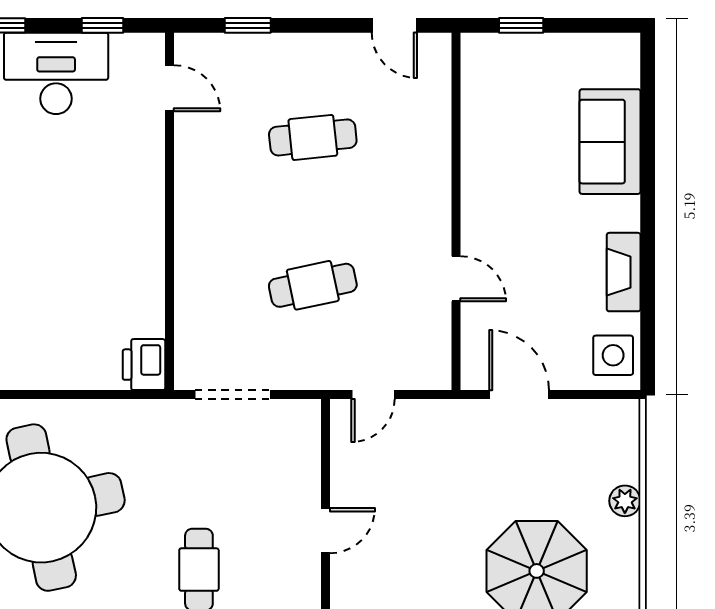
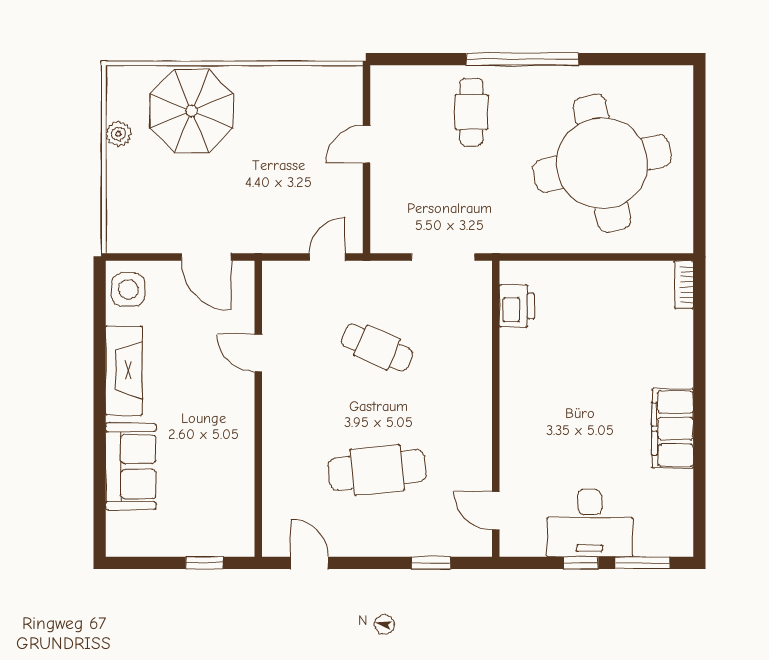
window: (102, 25) -> (581, 563), moved
cafe table: (313, 137) -> (377, 470), width x1.37, depth x1.35
fireplace: (624, 272) -> (124, 370), width x1.37, depth x1.32
cafe table: (313, 285) -> (377, 347), turned 36
printer: (144, 365) -> (517, 306), moved
plant: (625, 501) -> (118, 134), moved

